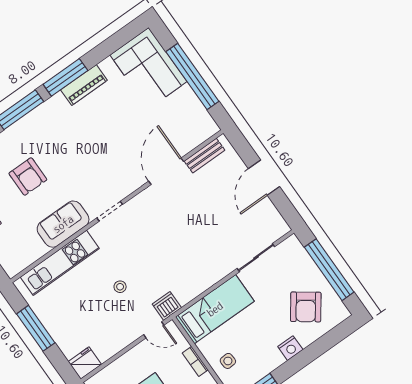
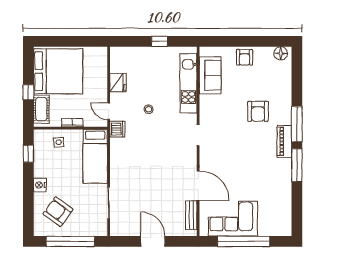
corner sofa: (149, 68) -> (233, 219), moved
piano: (84, 85) -> (284, 141), moved
armchair: (28, 176) -> (258, 111), moved, turned -90
sofa: (63, 224) -> (210, 75), moved
window: (36, 328) -> (159, 41), width x0.46
door: (154, 330) -> (109, 111), hinge flipped
fridge: (85, 363) -> (118, 83), moved

